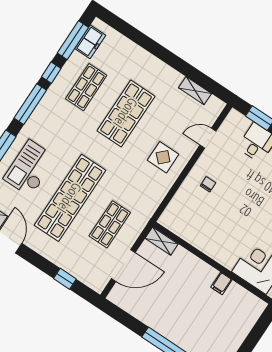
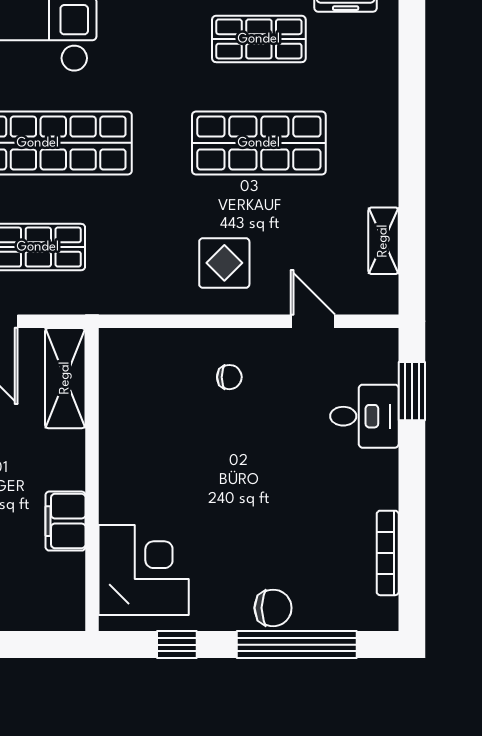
shelving: (162, 241) -> (65, 378), width x1.50, depth x1.33
filing cabinet: (221, 283) -> (65, 521), width x2.00

